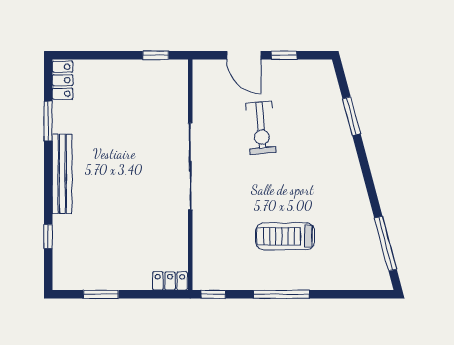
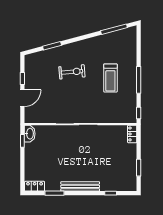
washbasin: (171, 70) -> (30, 134), added
exercise bike: (261, 128) -> (72, 72), moved

